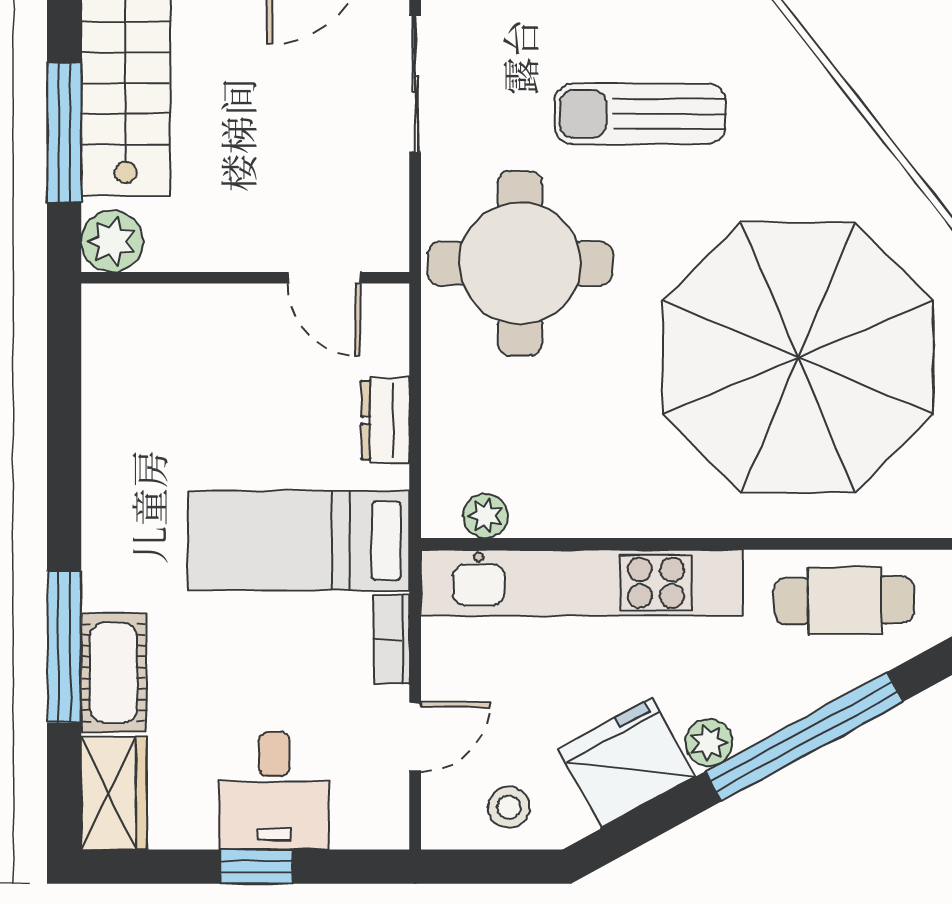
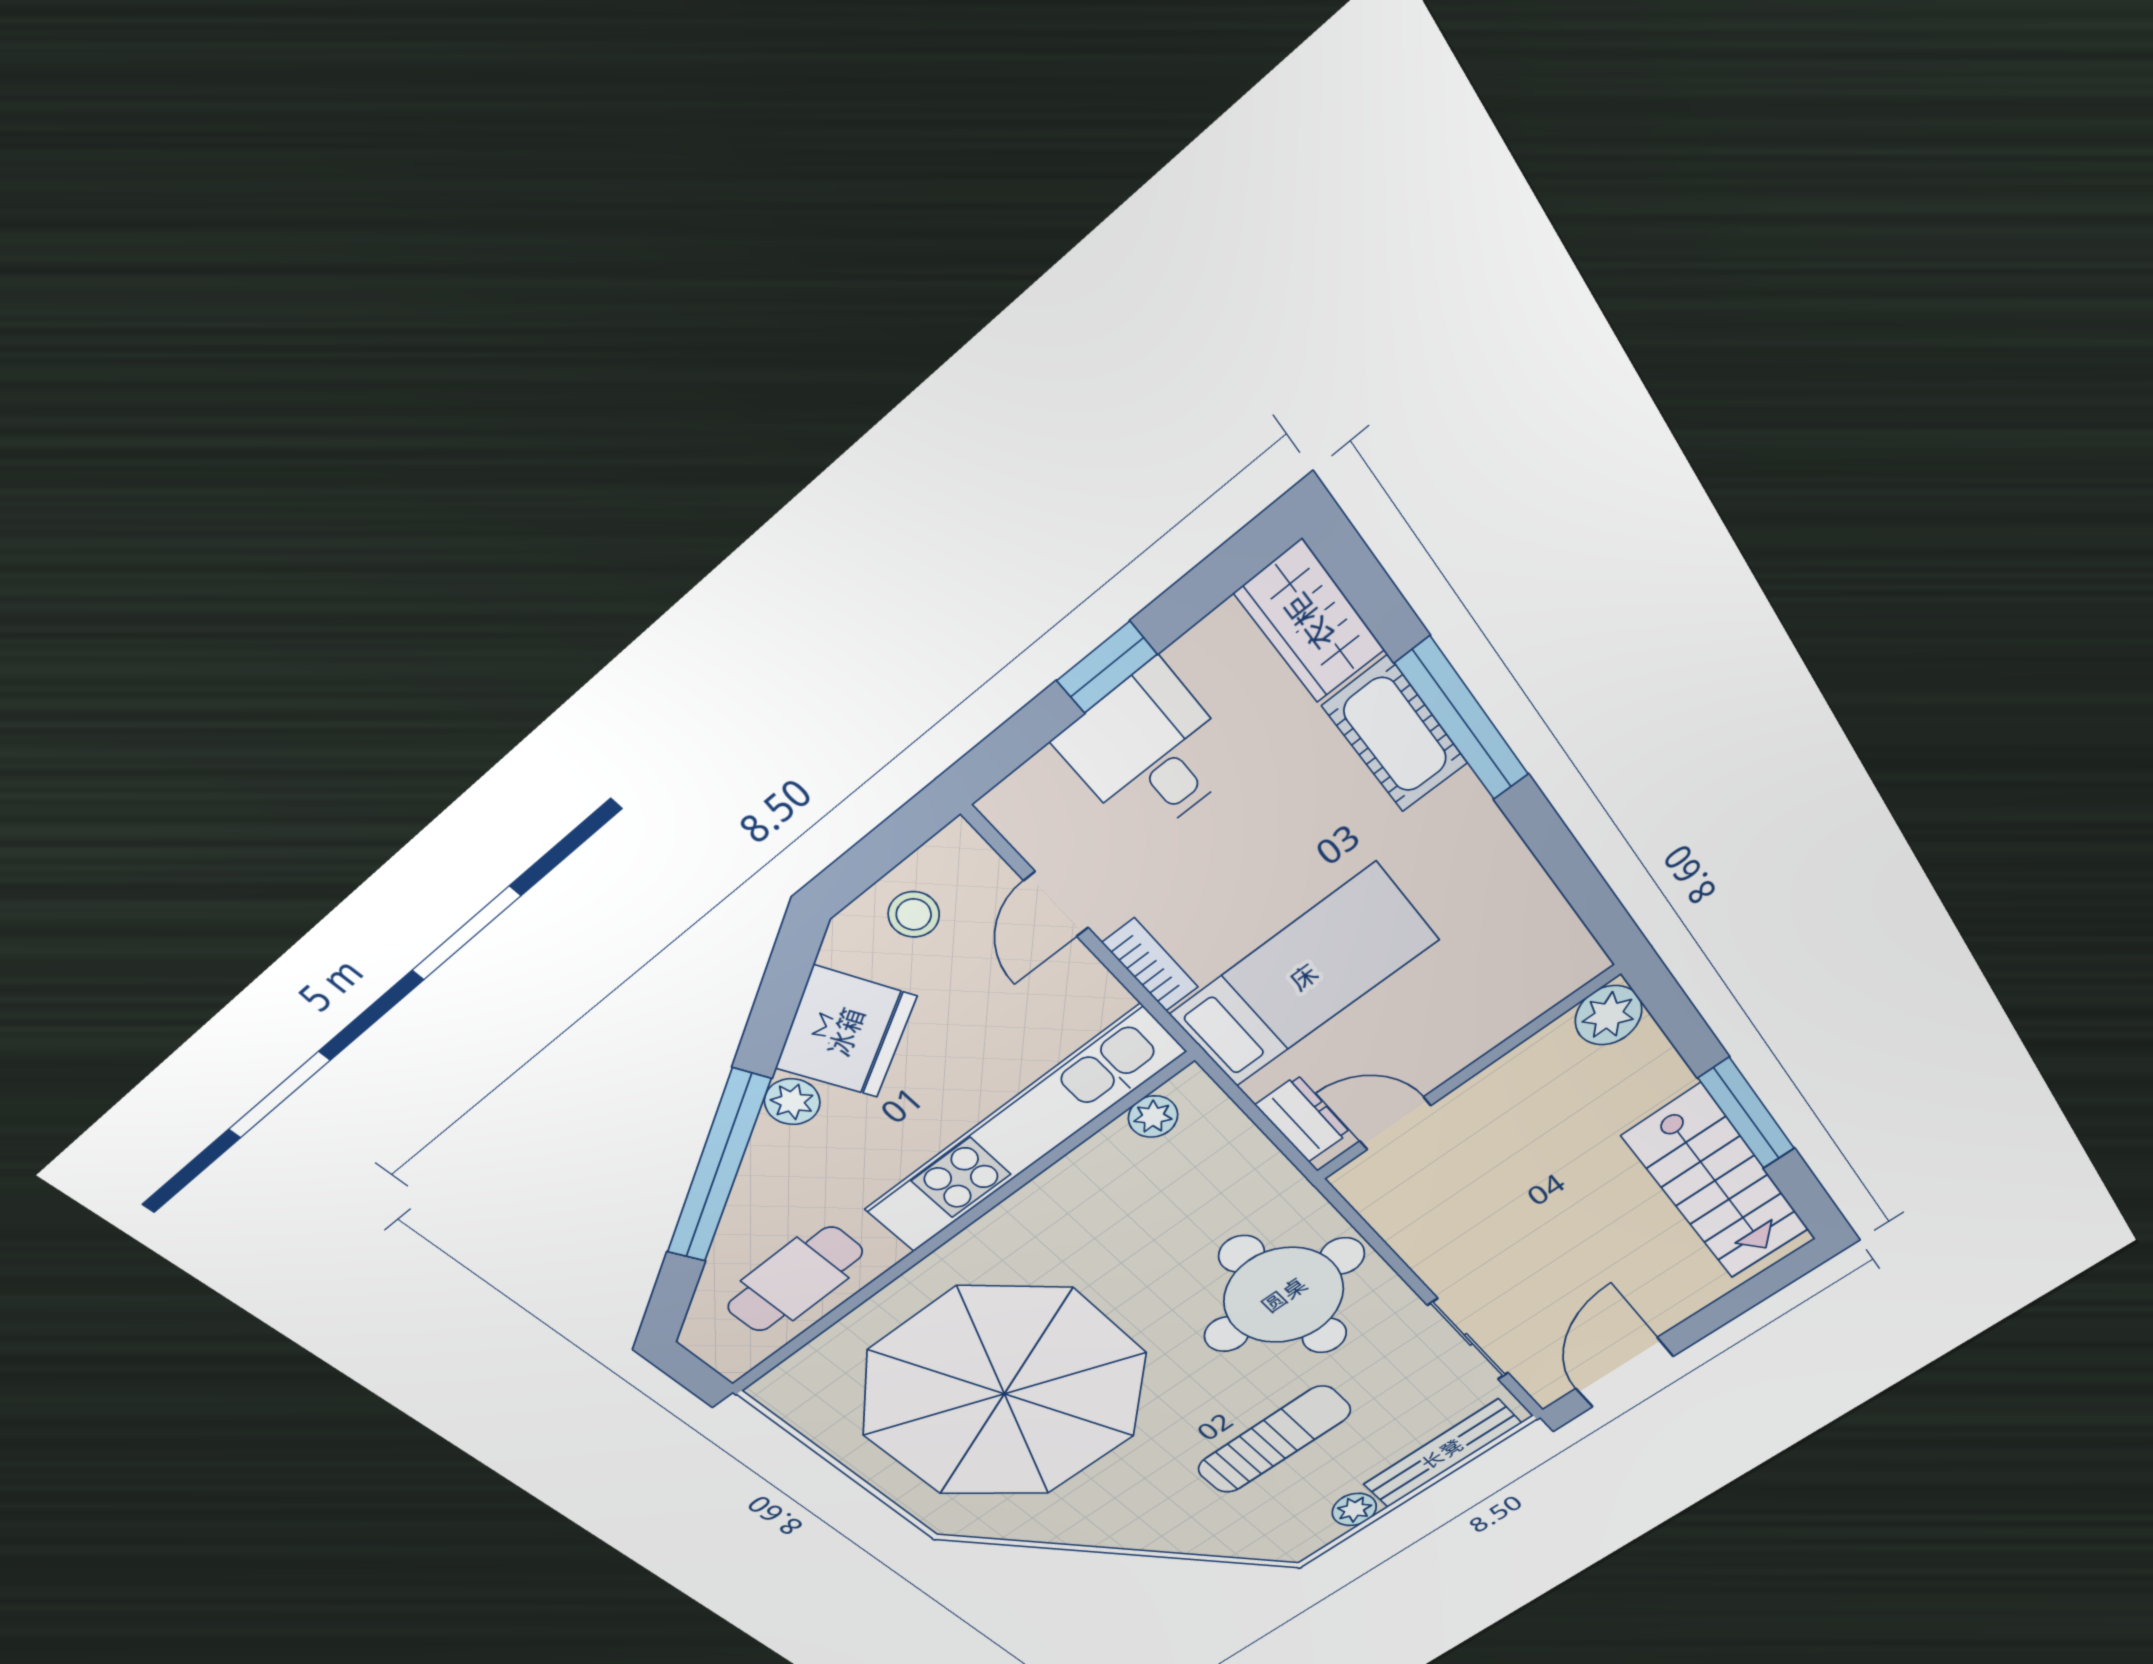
plant: (112, 241) -> (1609, 1015), moved
wall: (245, 278) -> (1466, 1074), moved
door: (324, 278) -> (1395, 1123), moved

